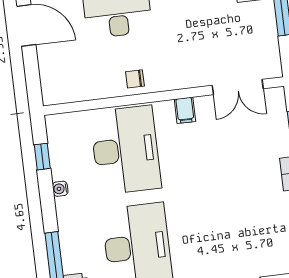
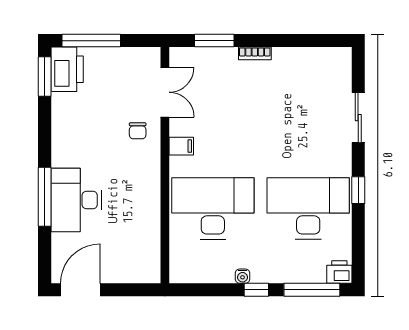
chair: (135, 79) -> (138, 131), moved
window: (42, 157) -> (256, 290), moved

